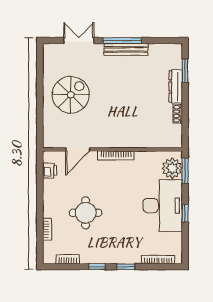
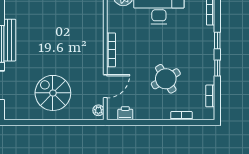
plant: (53, 142) -> (98, 110), added
door: (78, 149) -> (105, 86), hinge flipped
round table: (86, 213) -> (166, 79), turned -30

